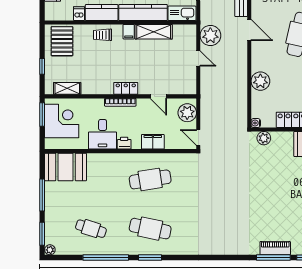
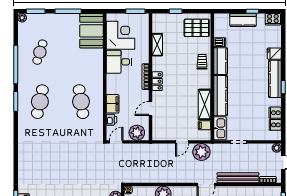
filing cabinet: (129, 32) -> (205, 125), moved
shelving: (67, 88) -> (157, 45), moved
corner desk: (62, 121) -> (120, 35), moved, turned -90
printer: (124, 143) -> (111, 120), moved

